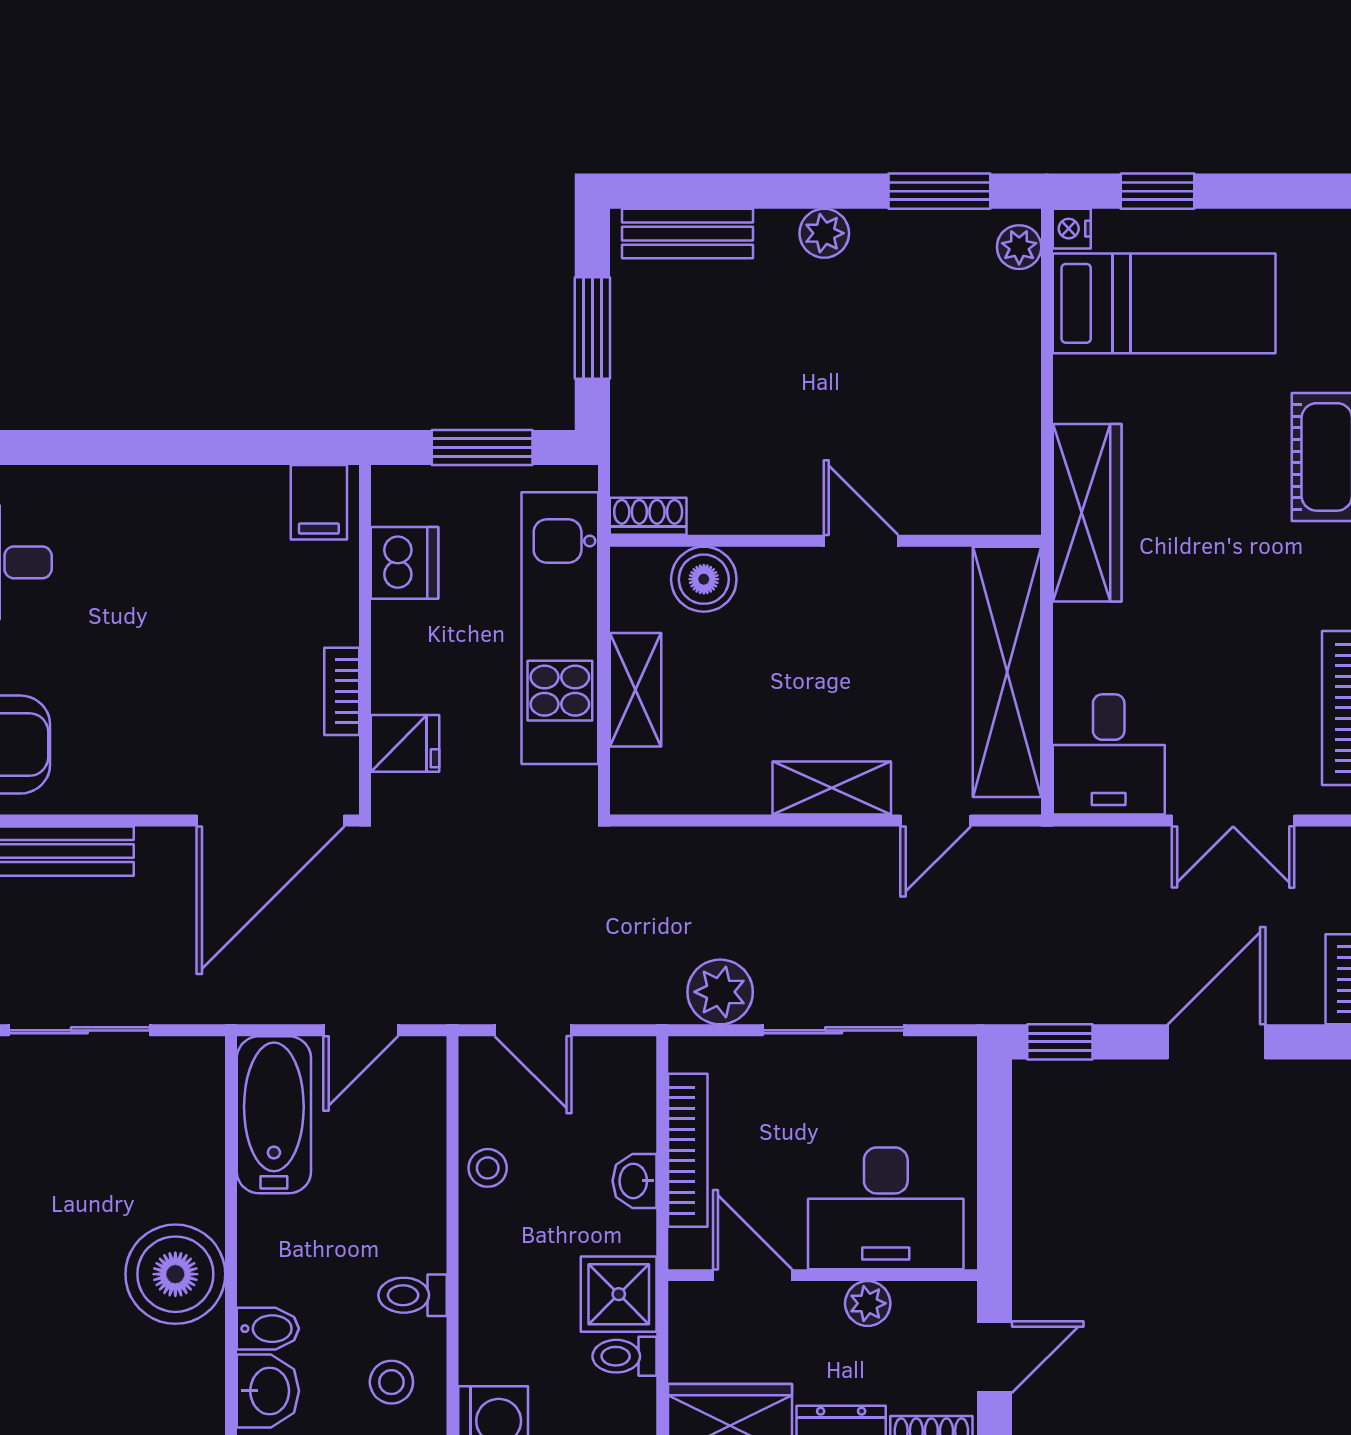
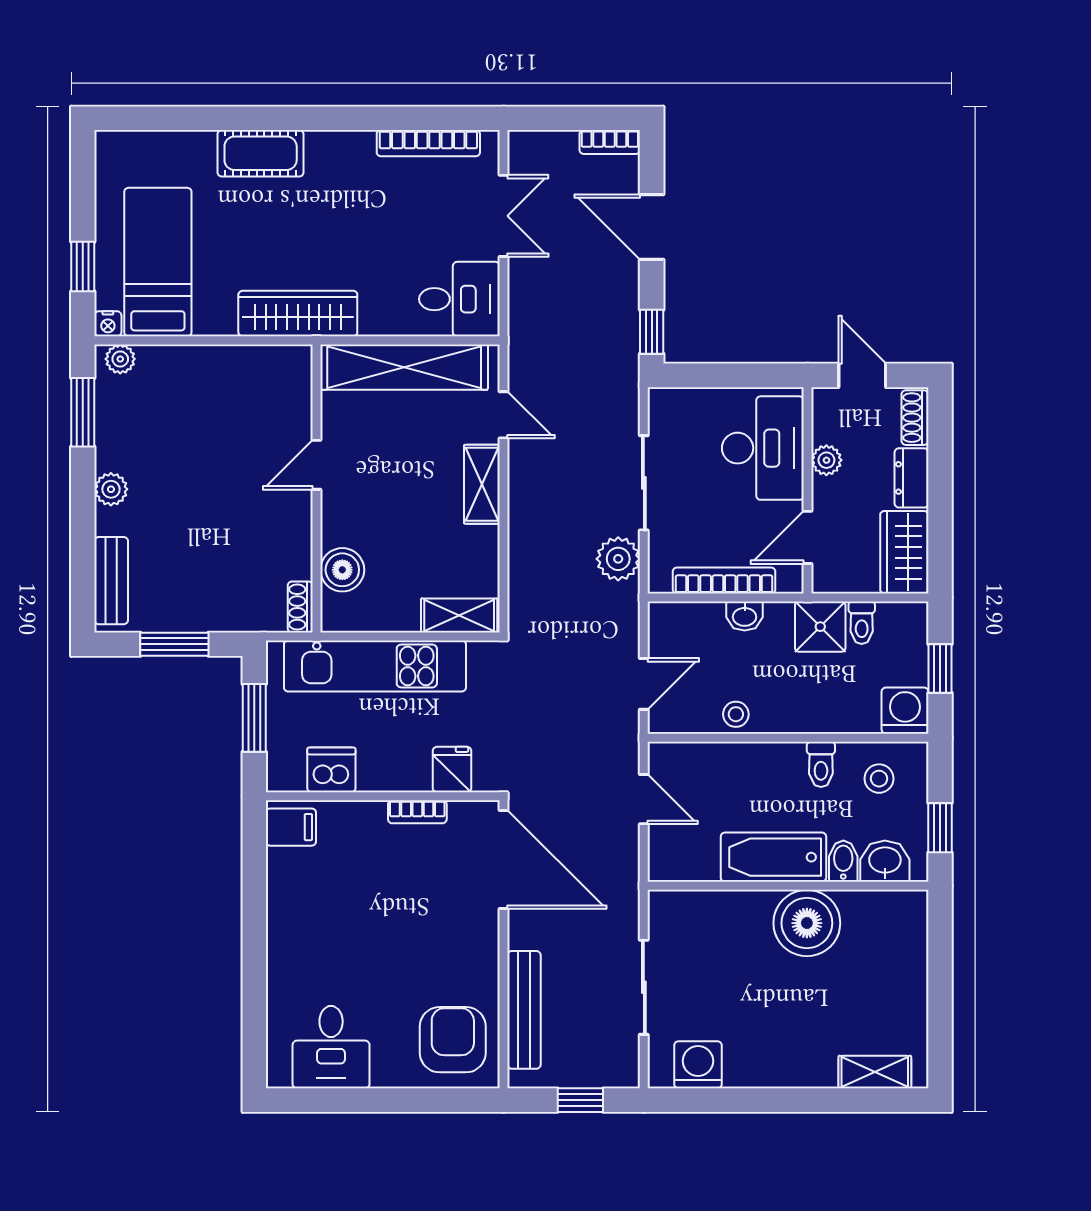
shelving: (635, 690) -> (459, 615), moved
bathtub: (274, 1115) -> (773, 857), moved

